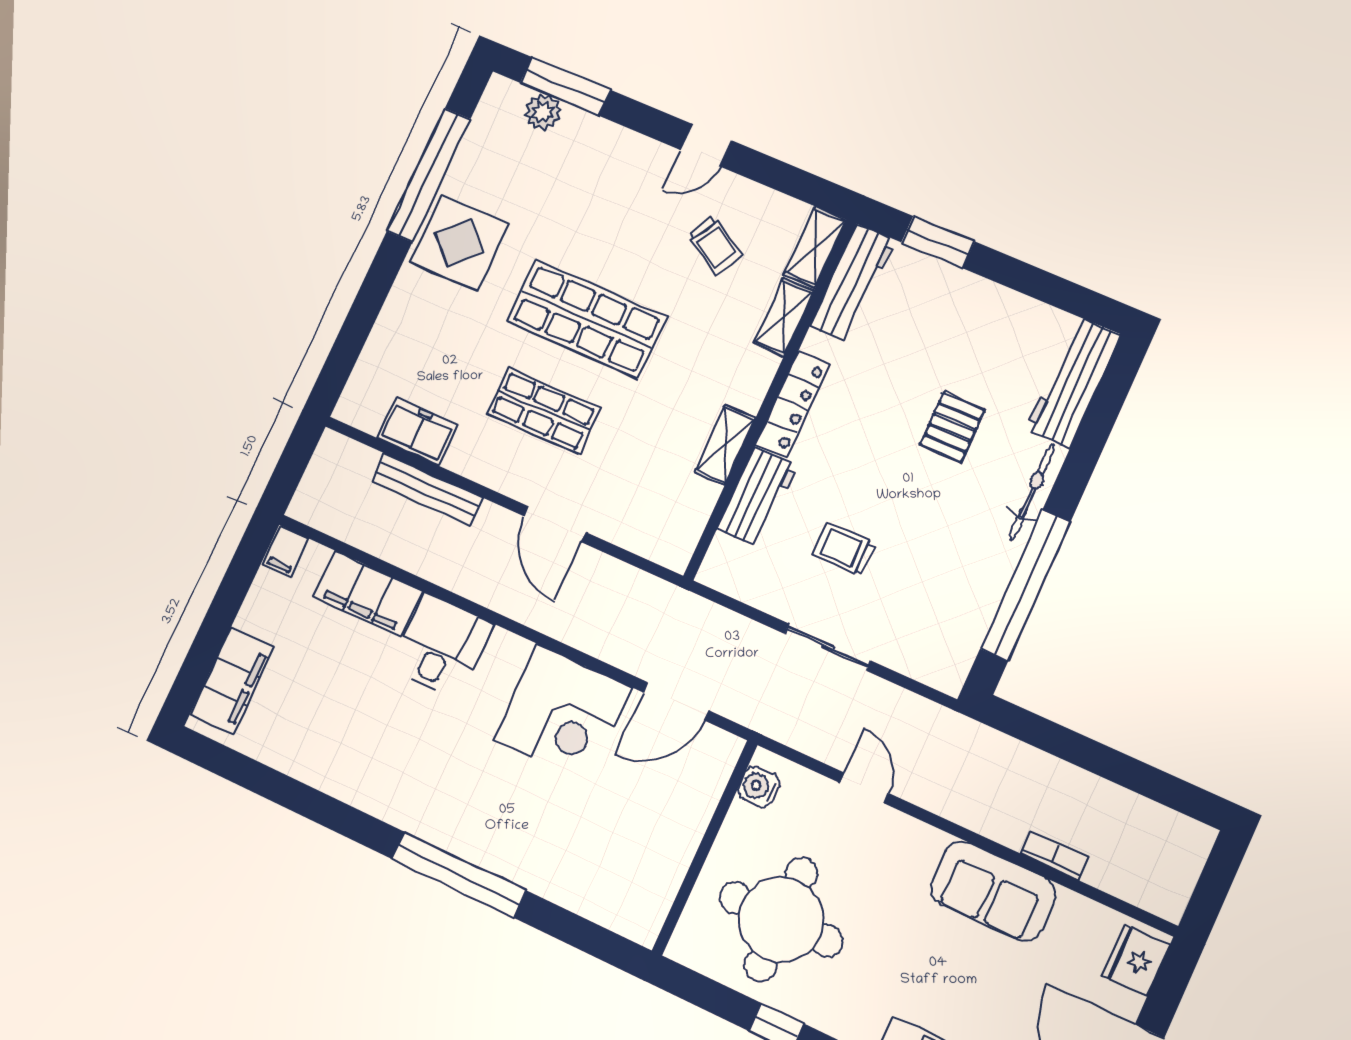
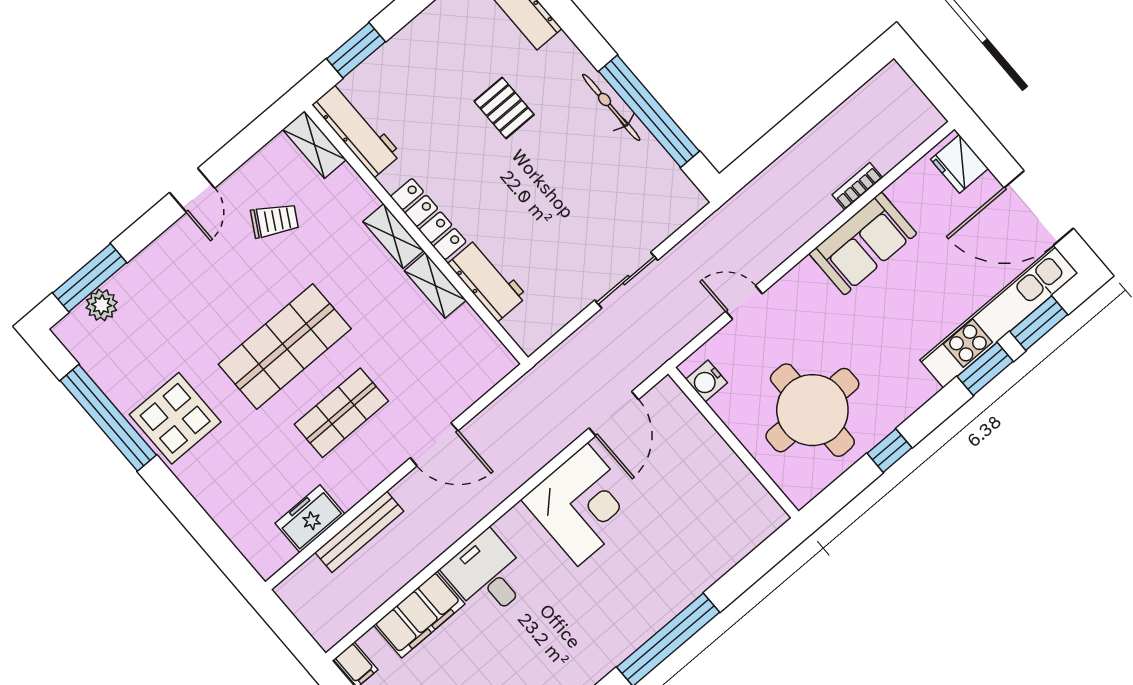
shelving: (784, 317) -> (393, 236), moved
bicycle: (1032, 492) -> (611, 107), moved
trolley: (844, 549) -> (558, 233), removed

